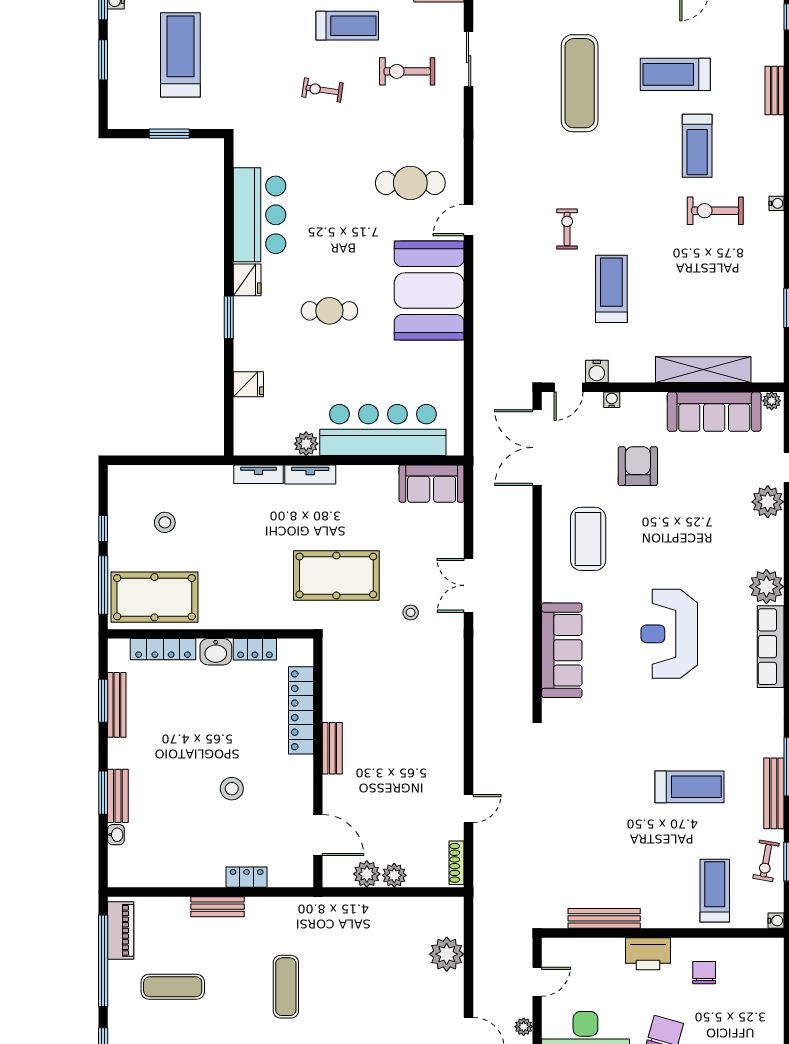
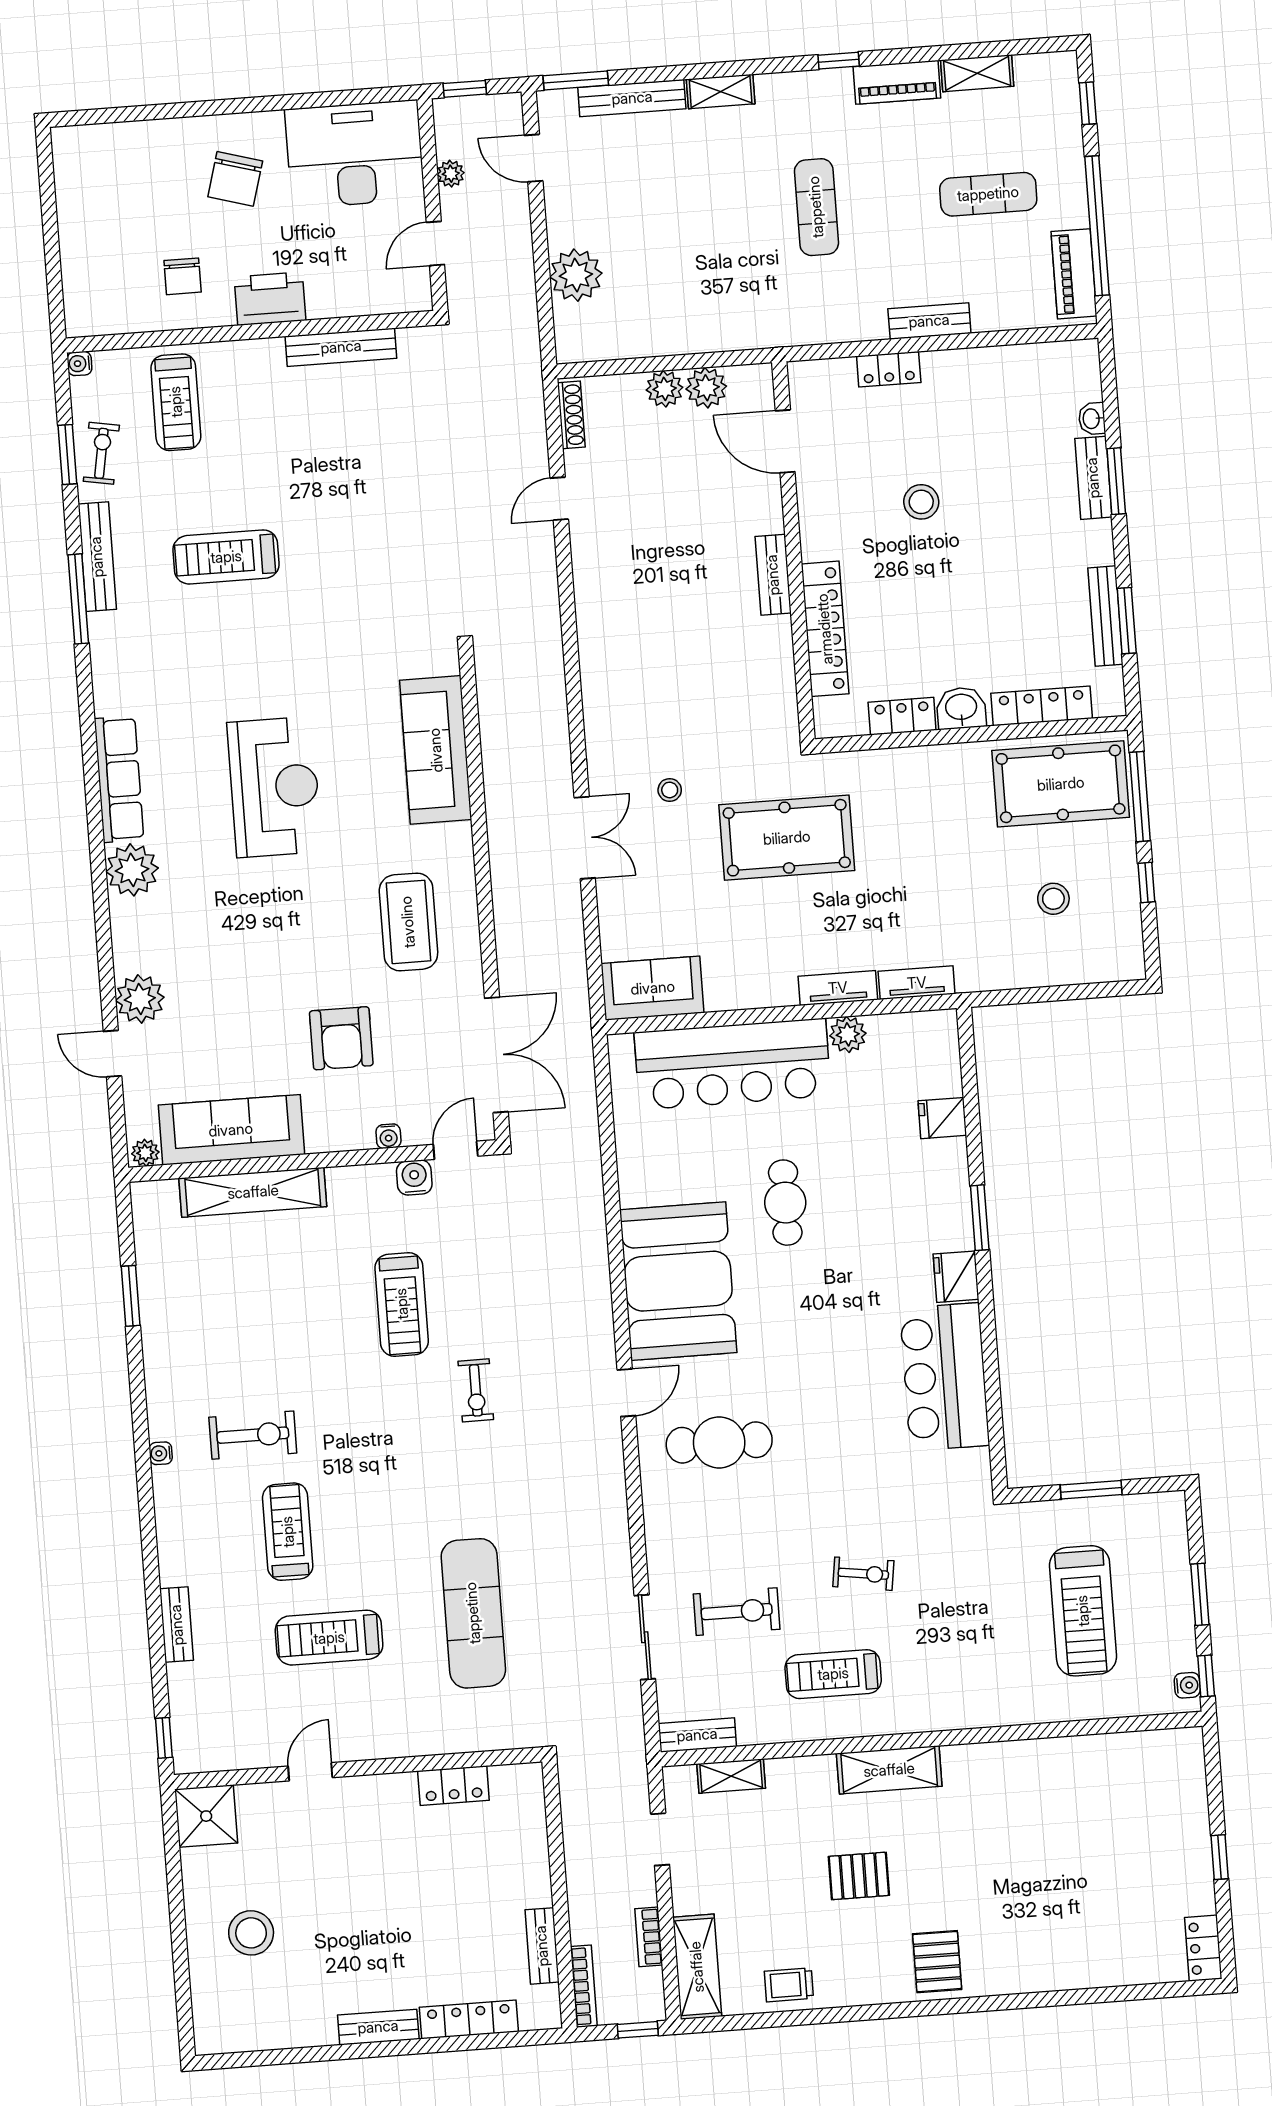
treadmill: (675, 74) -> (329, 1638), turned 180
cafe table: (329, 311) -> (785, 1203), moved, turned 90

